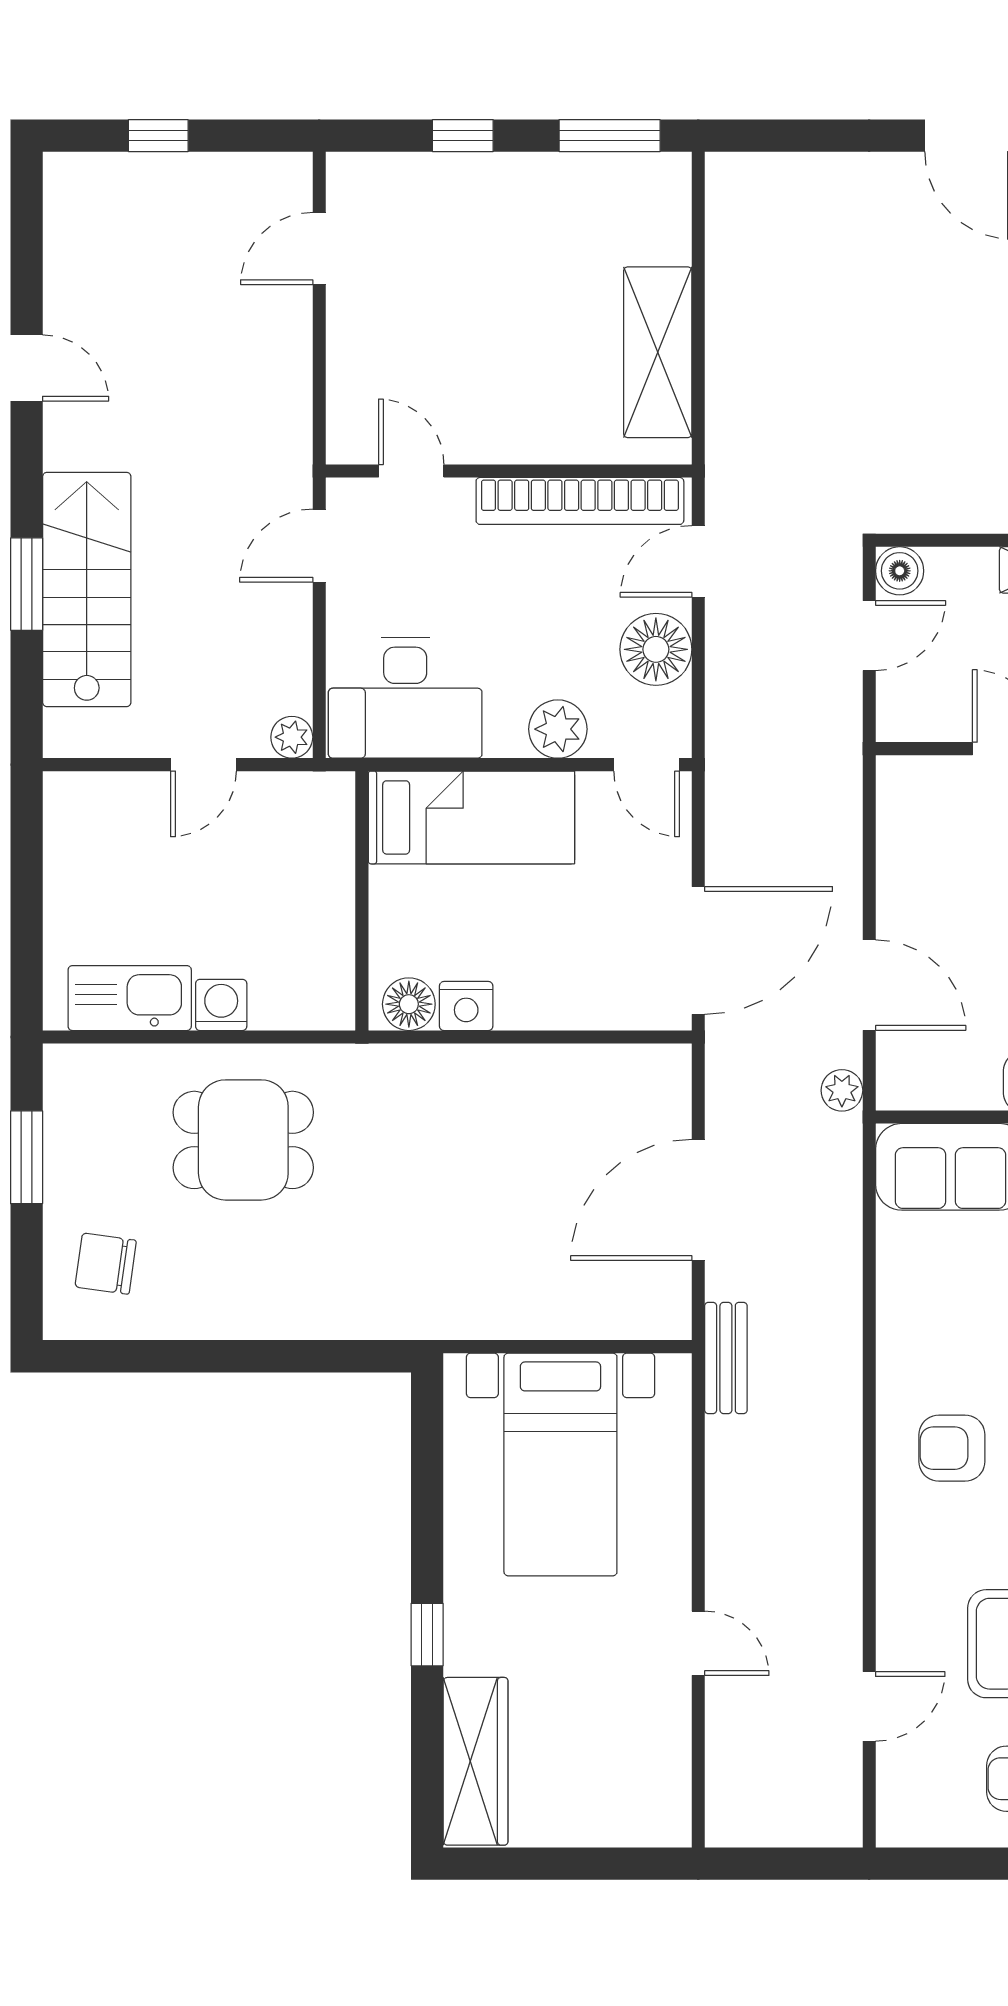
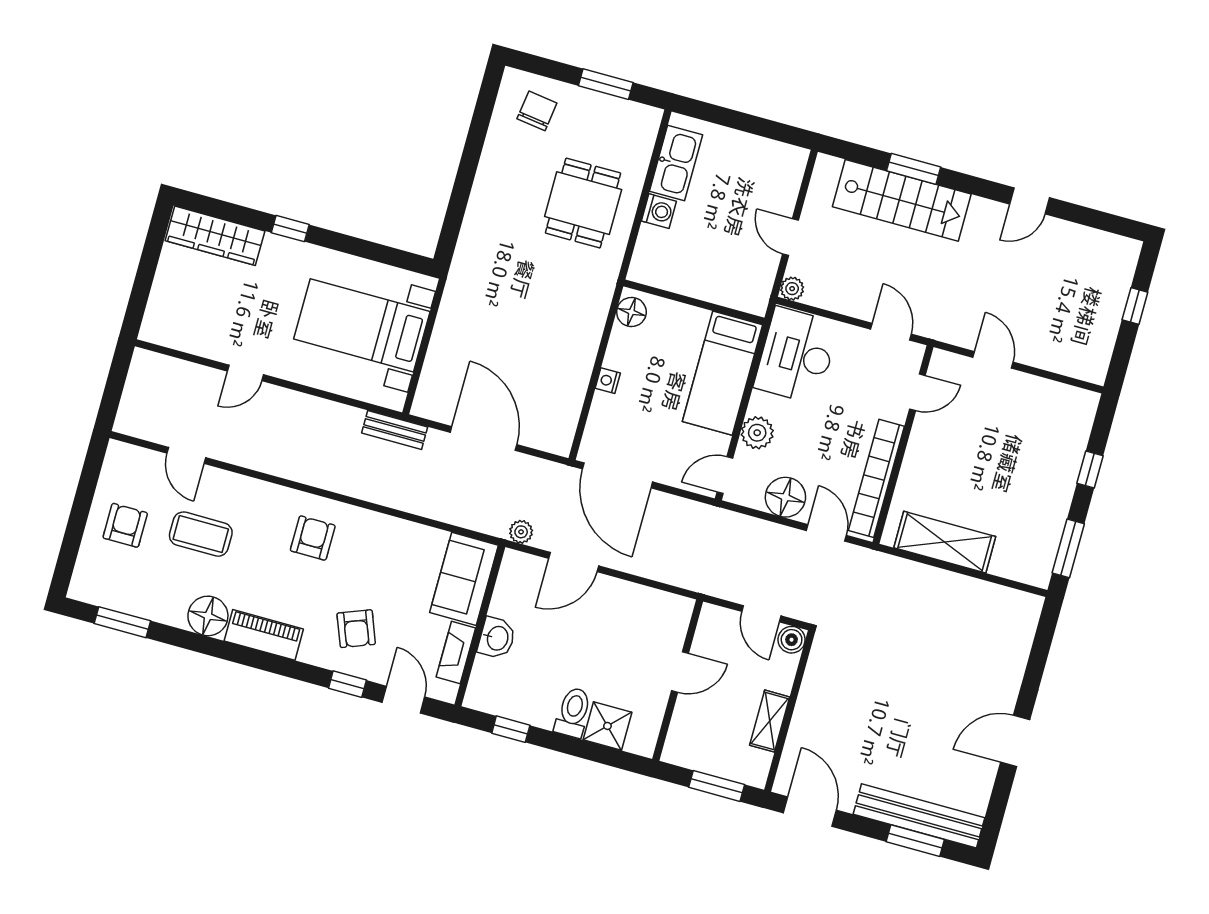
door: (319, 249) -> (993, 360), moved
nightstand: (466, 1006) -> (608, 381), moved, width x0.72, depth x0.74

